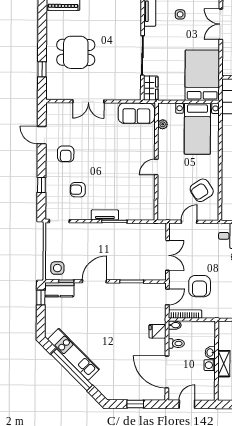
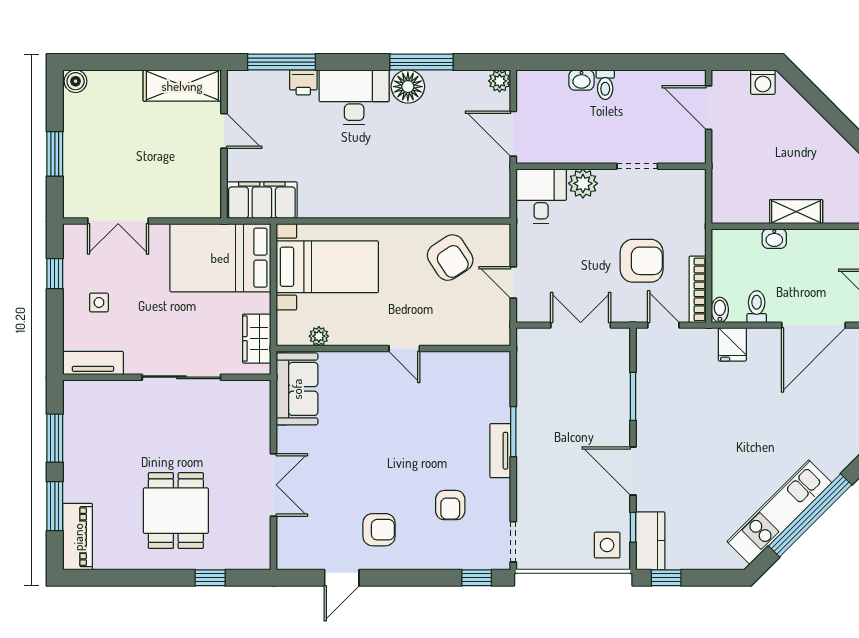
wardrobe: (151, 88) -> (257, 339), moved, turned -90
window: (41, 185) -> (477, 578), moved
washing machine: (210, 365) -> (799, 240), removed

